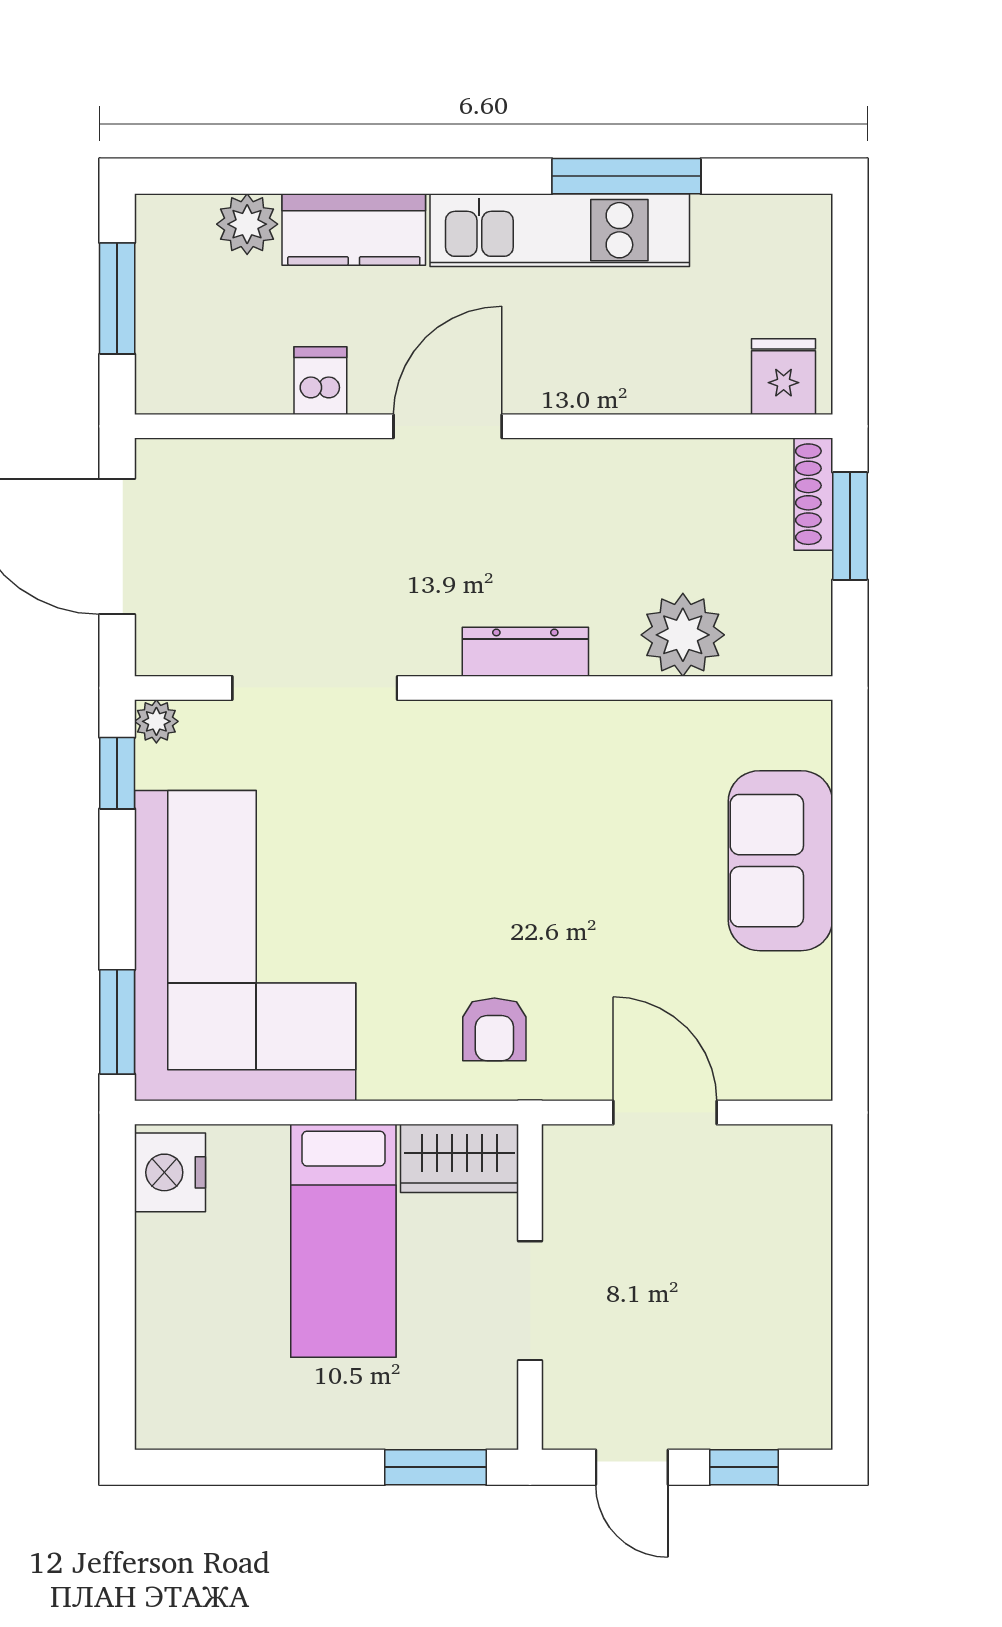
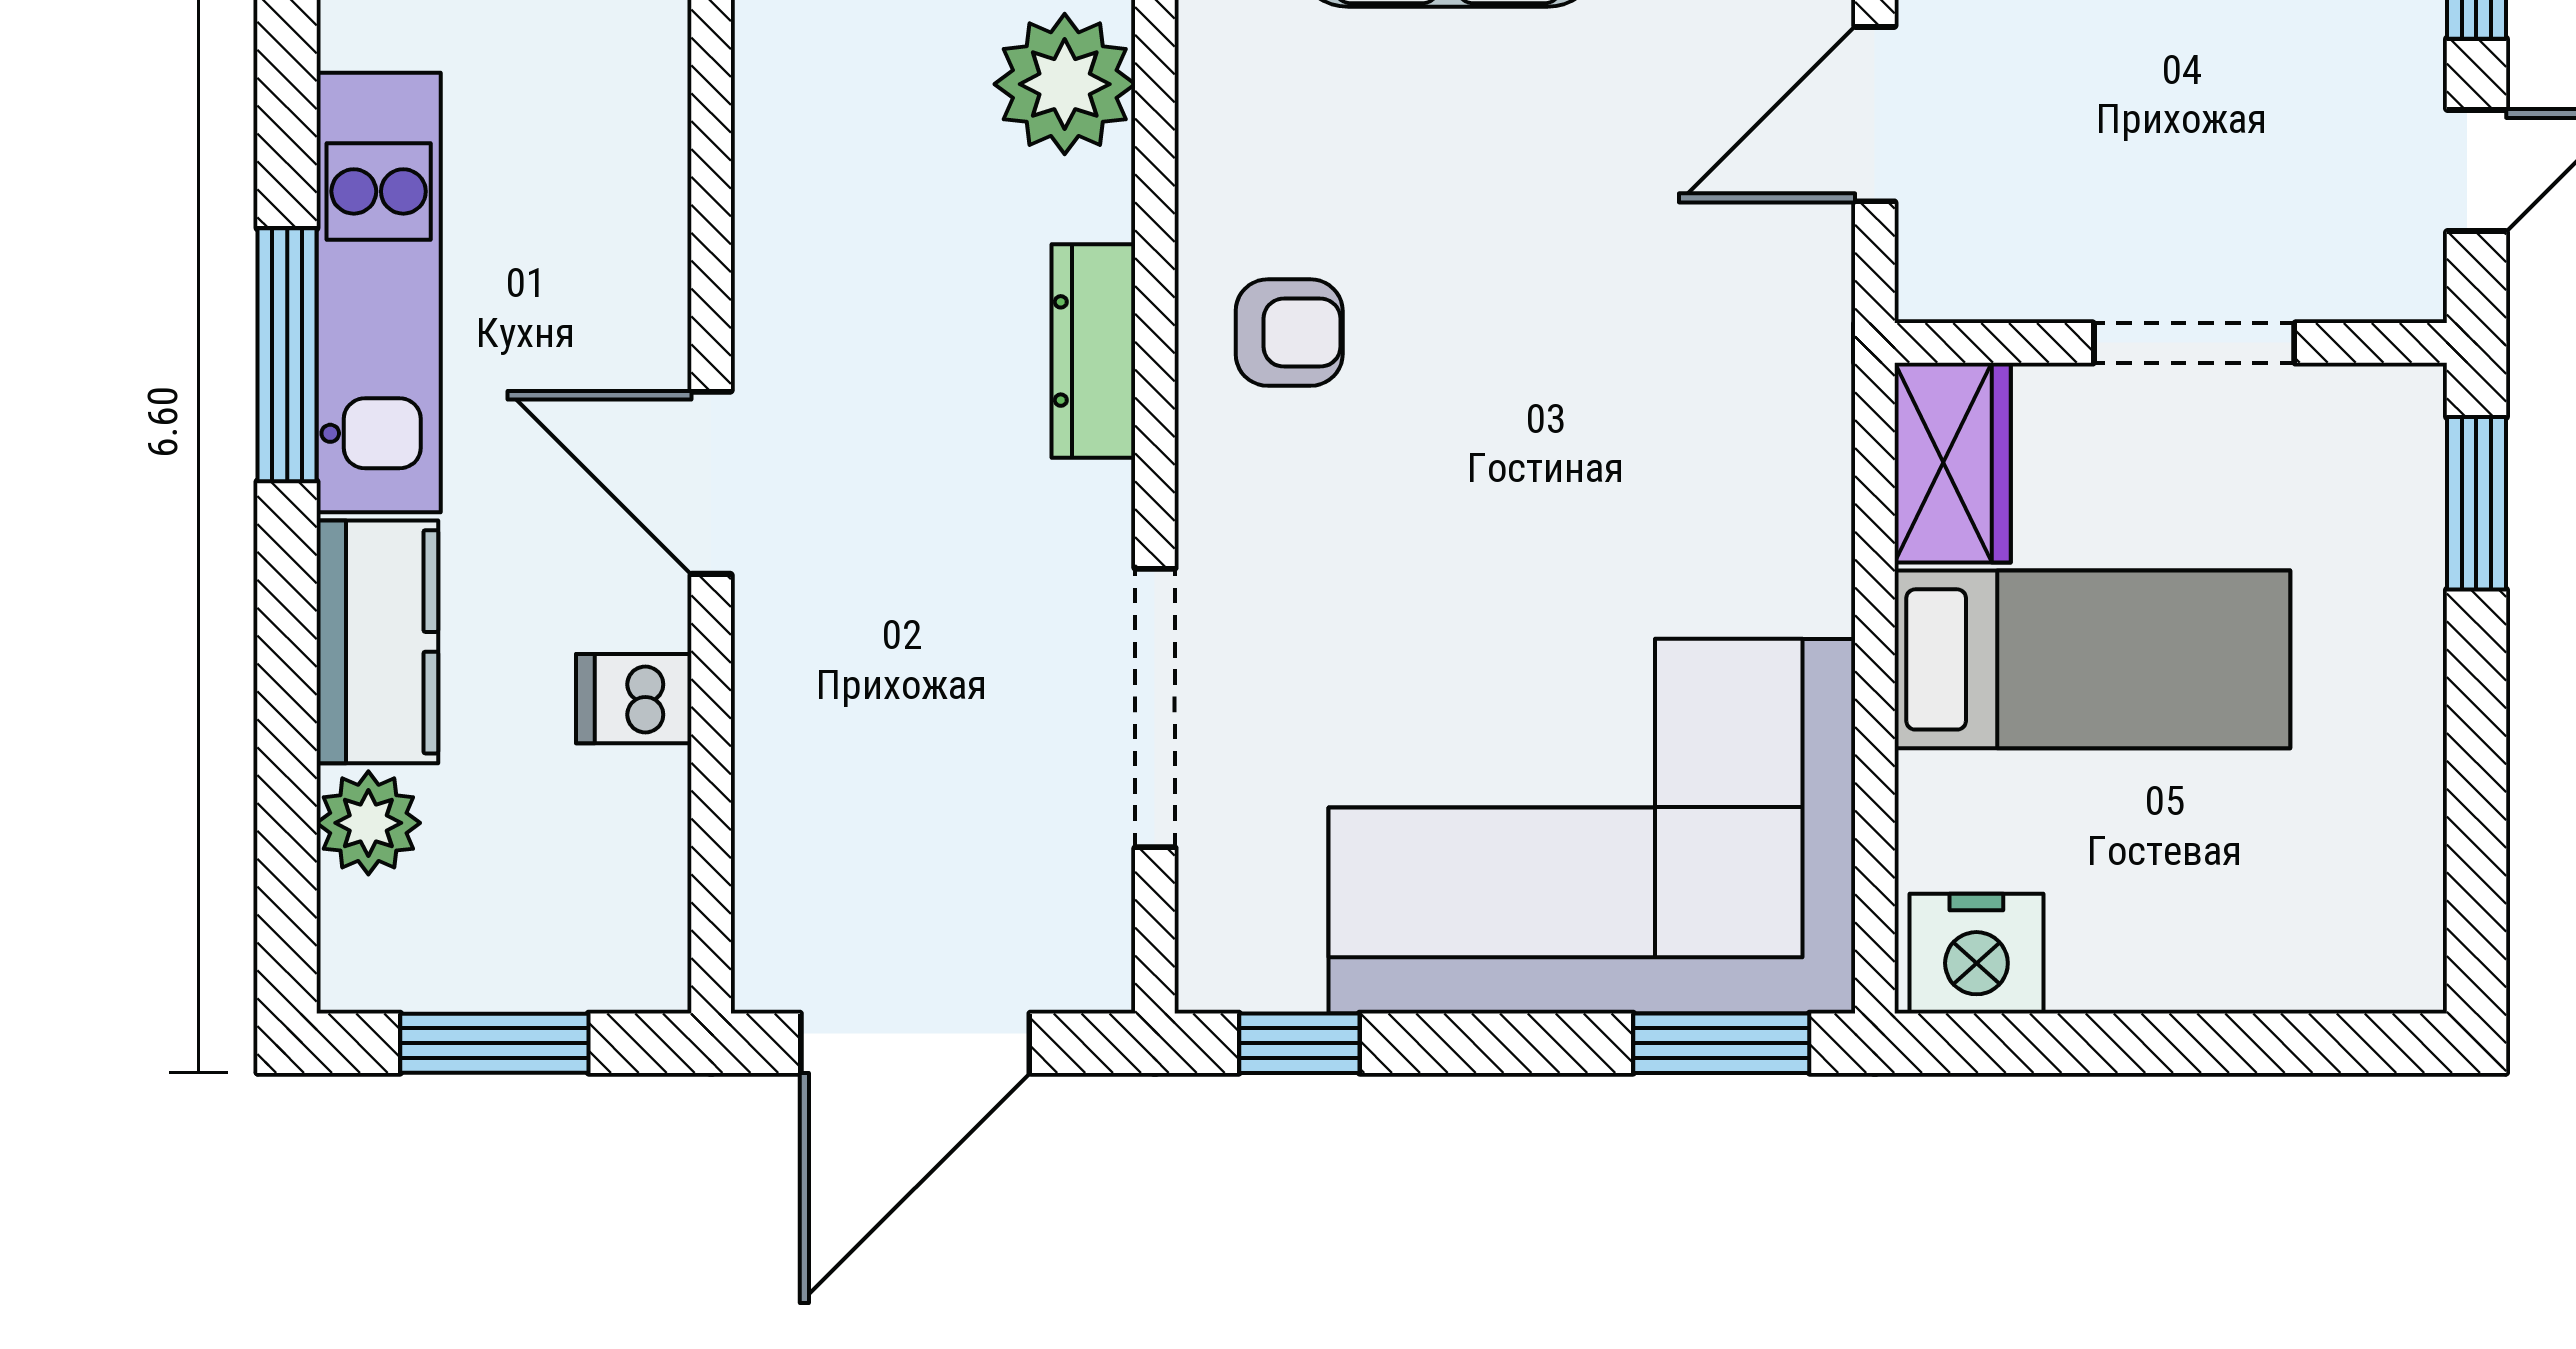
window: (626, 176) -> (287, 355), moved
plant: (156, 721) -> (1212, 977), removed
armchair: (494, 1029) -> (1289, 333), moved

